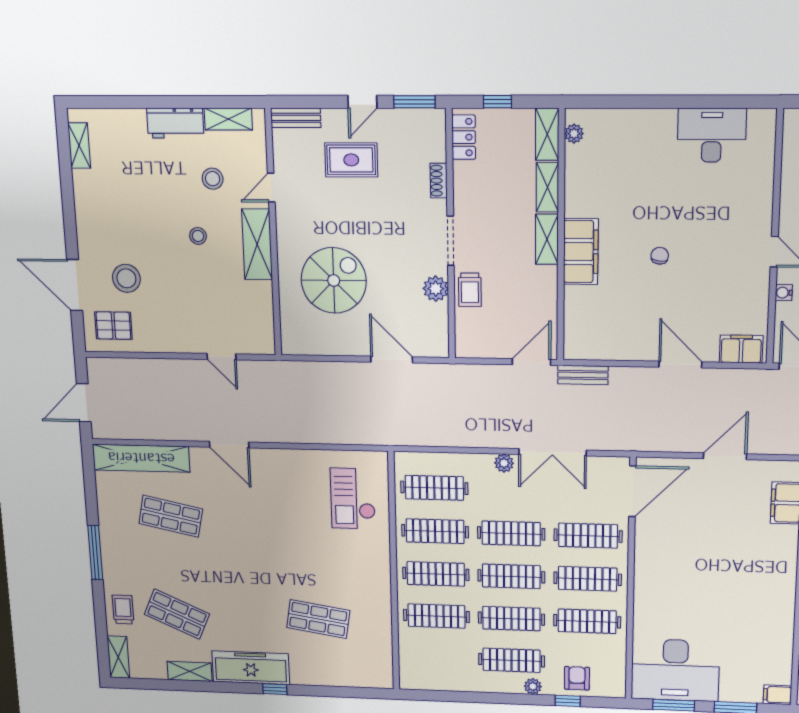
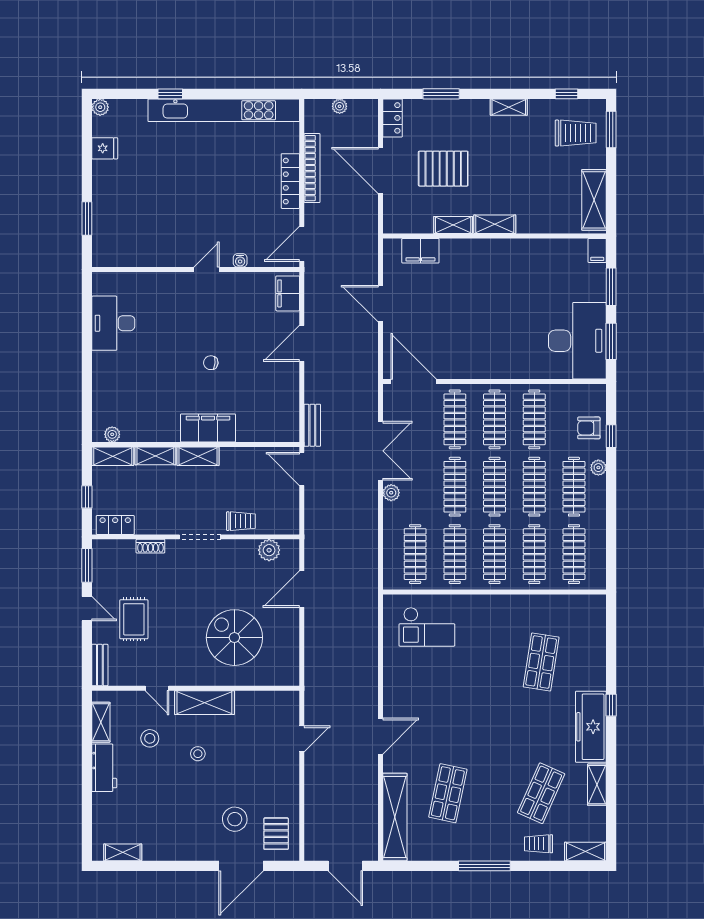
plant: (436, 289) -> (269, 550), moved
clothes rail: (437, 657) -> (574, 554), added

